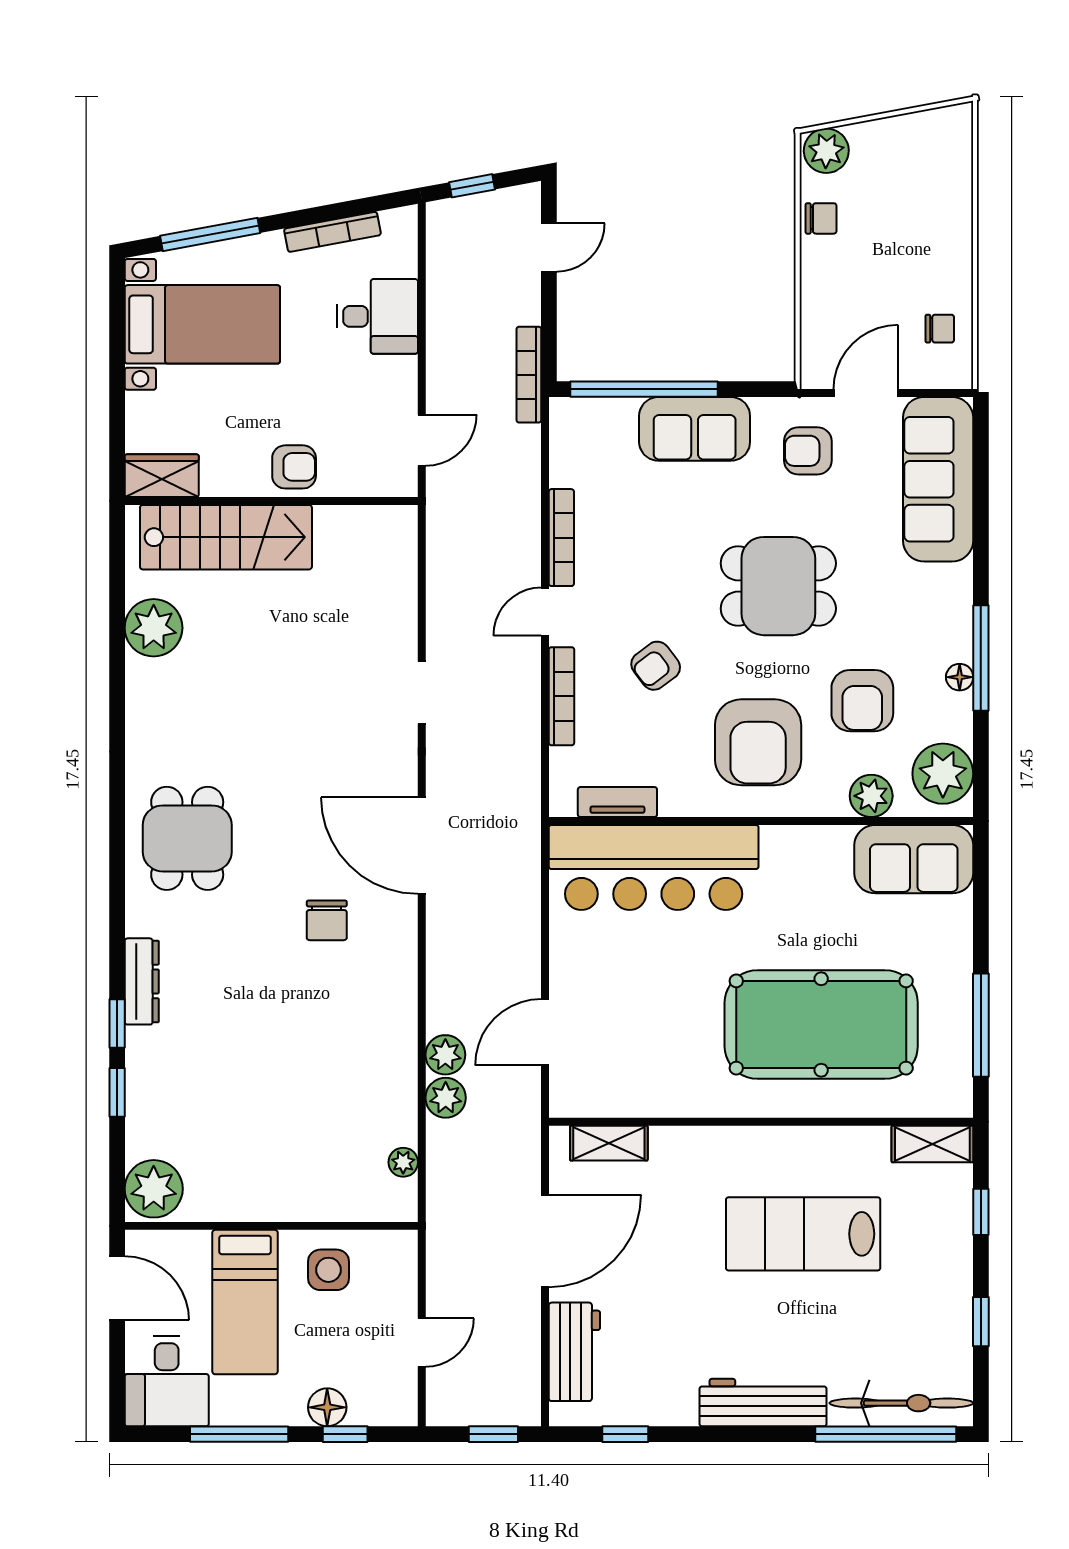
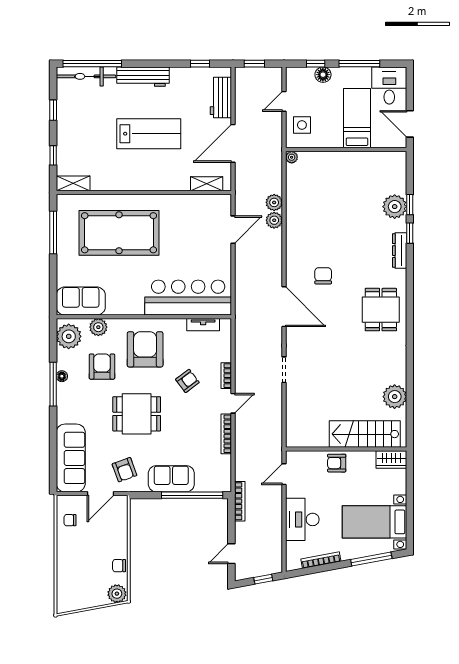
desk: (377, 316) -> (302, 519), width x1.37
armchair: (808, 451) -> (124, 470), turned 70
bookcase: (562, 696) -> (226, 376), width x0.64
plant: (403, 1162) -> (292, 157), moved
plant: (154, 1189) -> (395, 207), moved
lab bench: (803, 1234) -> (149, 134), moved
side table: (328, 1270) -> (302, 125), moved

